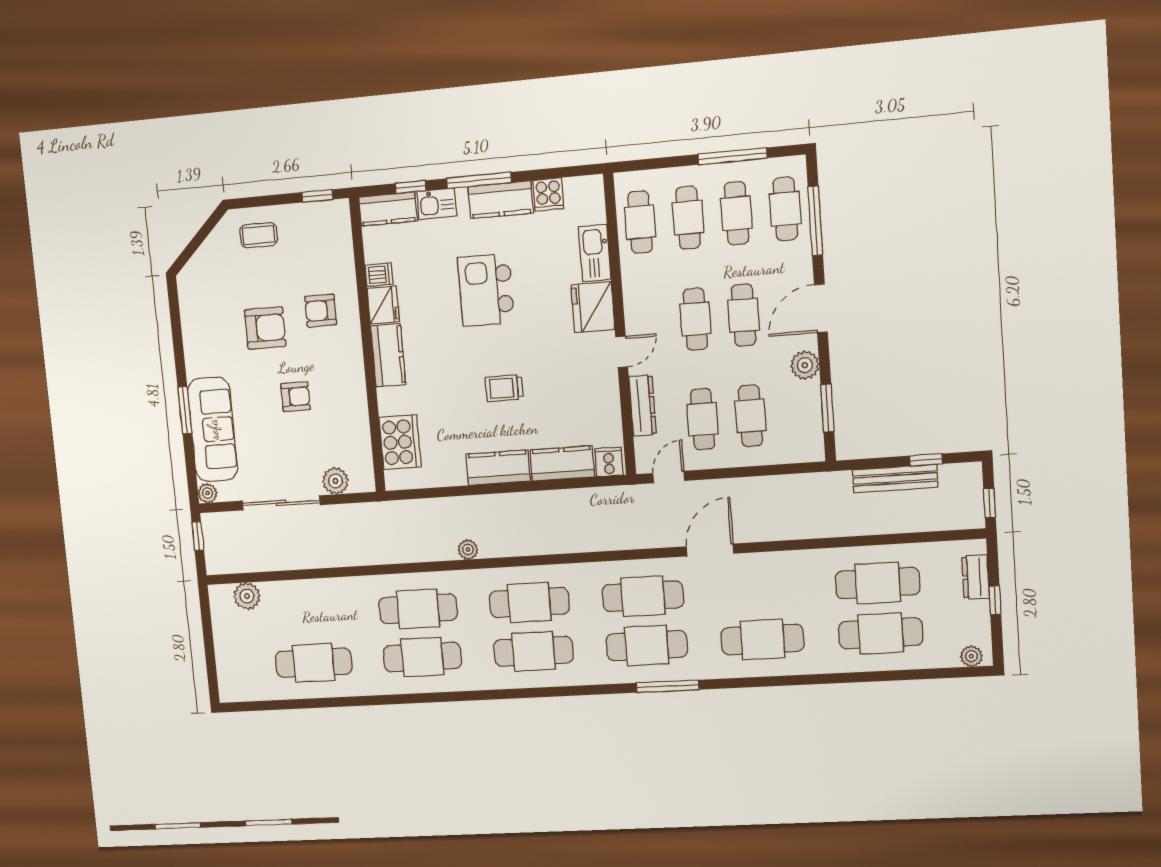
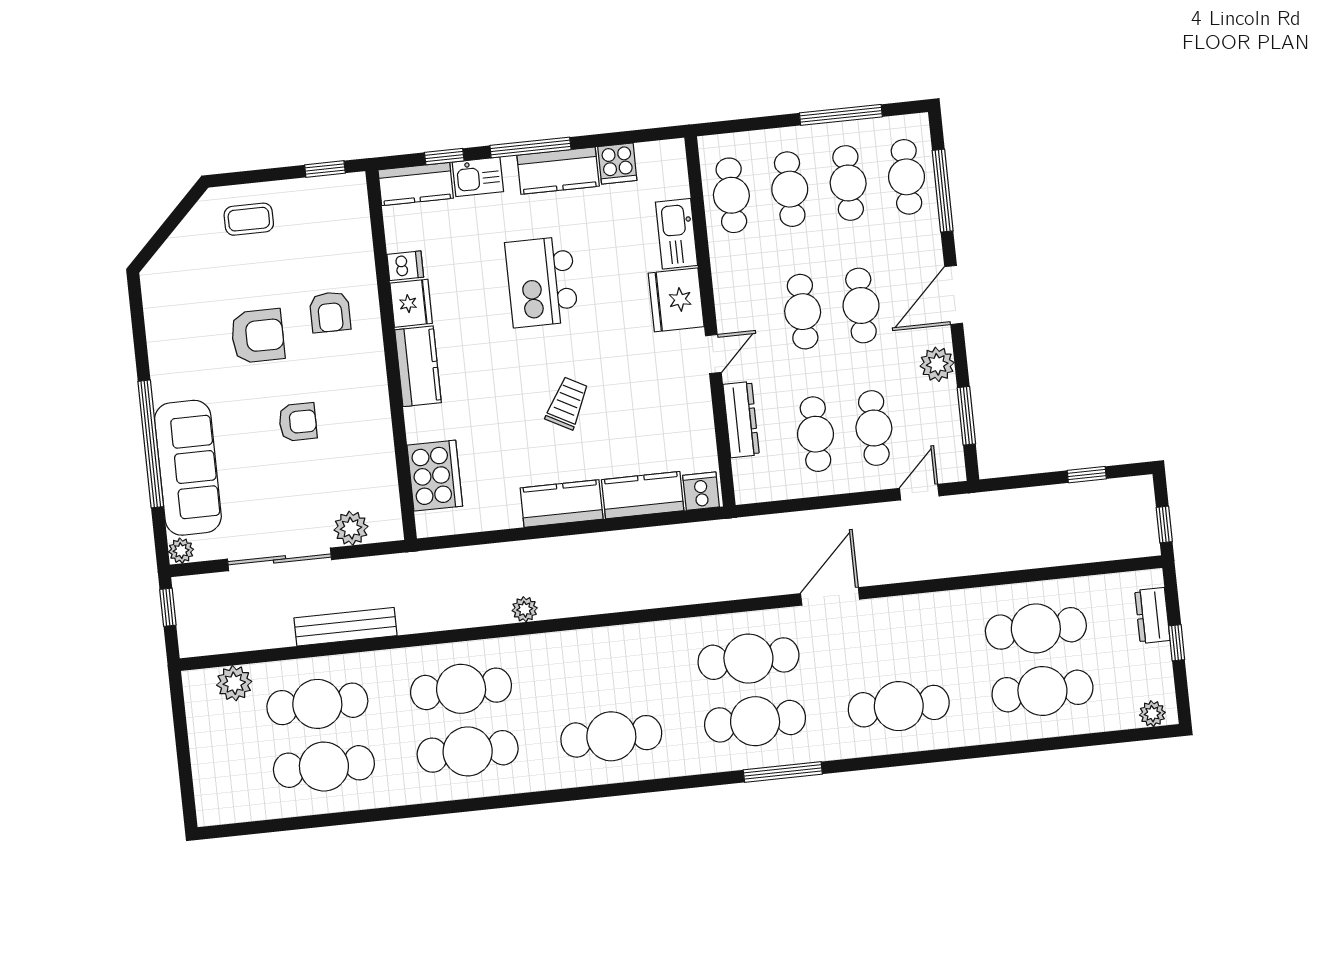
armchair: (321, 310) -> (330, 312), turned -90
trolley: (504, 388) -> (567, 403), turned 118
window: (185, 410) -> (151, 444), width x2.11
door: (669, 477) -> (919, 492), moved
bench: (895, 479) -> (346, 627), moved
cafe table: (529, 603) -> (317, 704), moved

